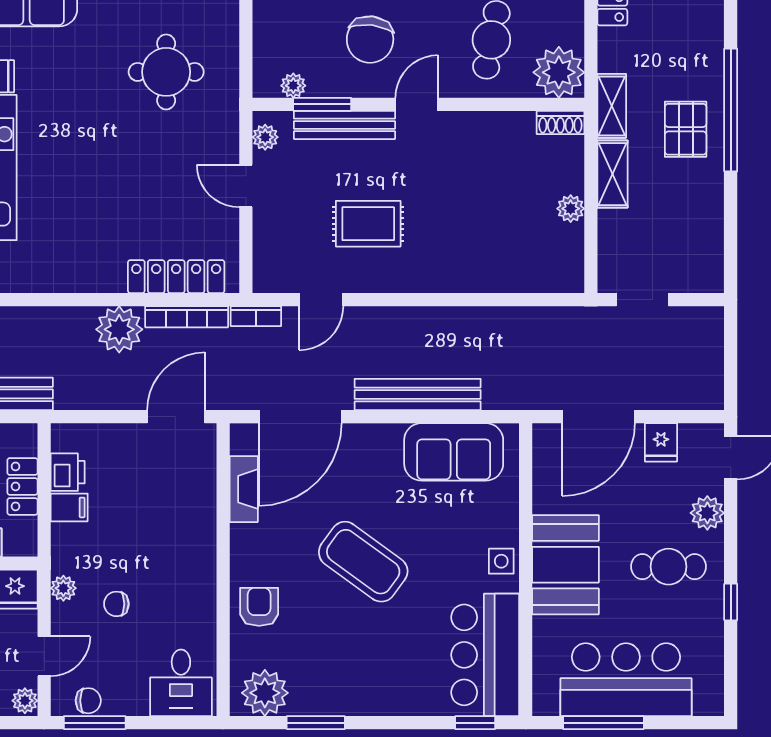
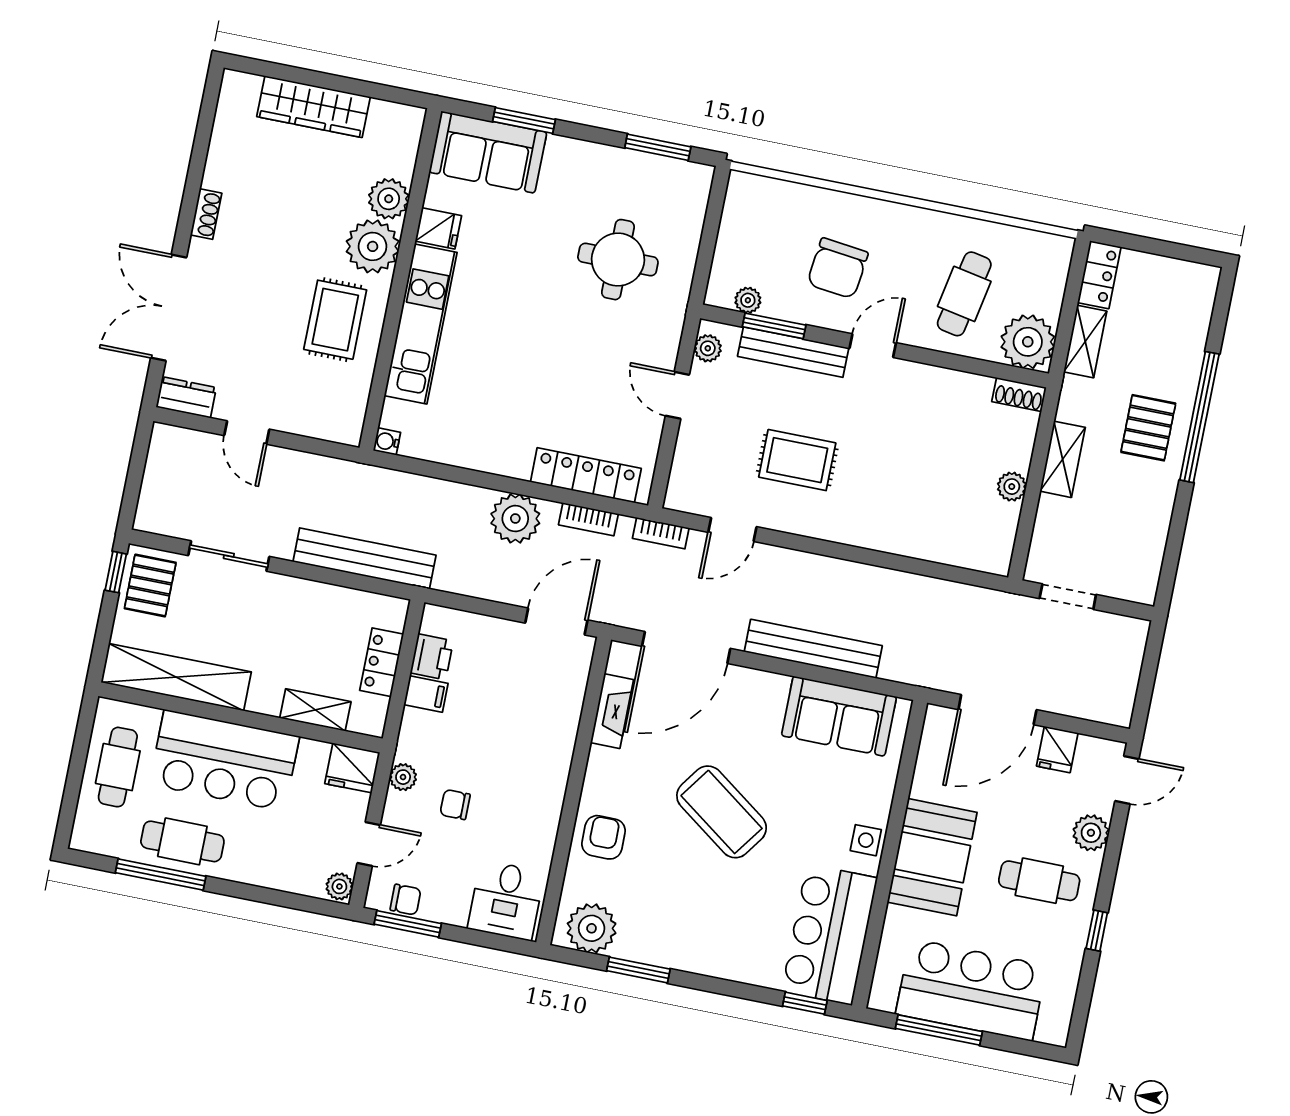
shelving: (612, 106) -> (1085, 342), moved
bookcase: (187, 317) -> (588, 519), width x0.64

